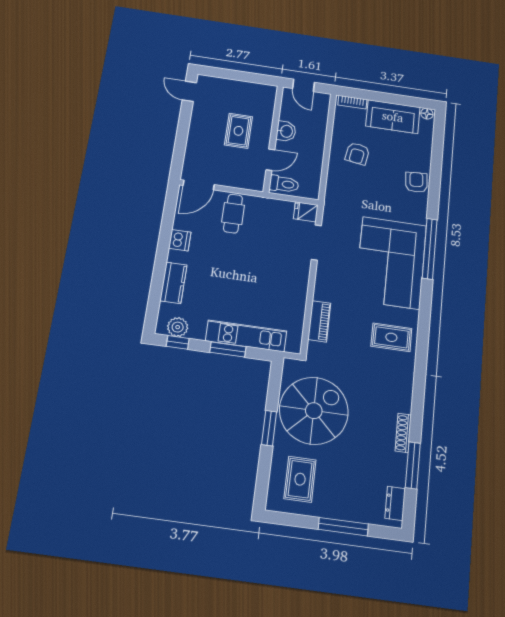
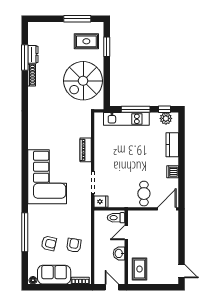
rug: (238, 131) -> (139, 269), moved
armchair: (416, 182) -> (49, 243), moved, turned -73
window: (430, 249) -> (25, 232), moved
piano: (319, 321) -> (86, 150), moved
rug: (391, 337) -> (43, 130), removed
window: (228, 349) -> (136, 109), width x1.44
window: (269, 428) -> (107, 47), moved
rug: (300, 479) -> (86, 41), turned 90
dresser: (395, 504) -> (33, 54), moved
window: (343, 527) -> (77, 19), moved

